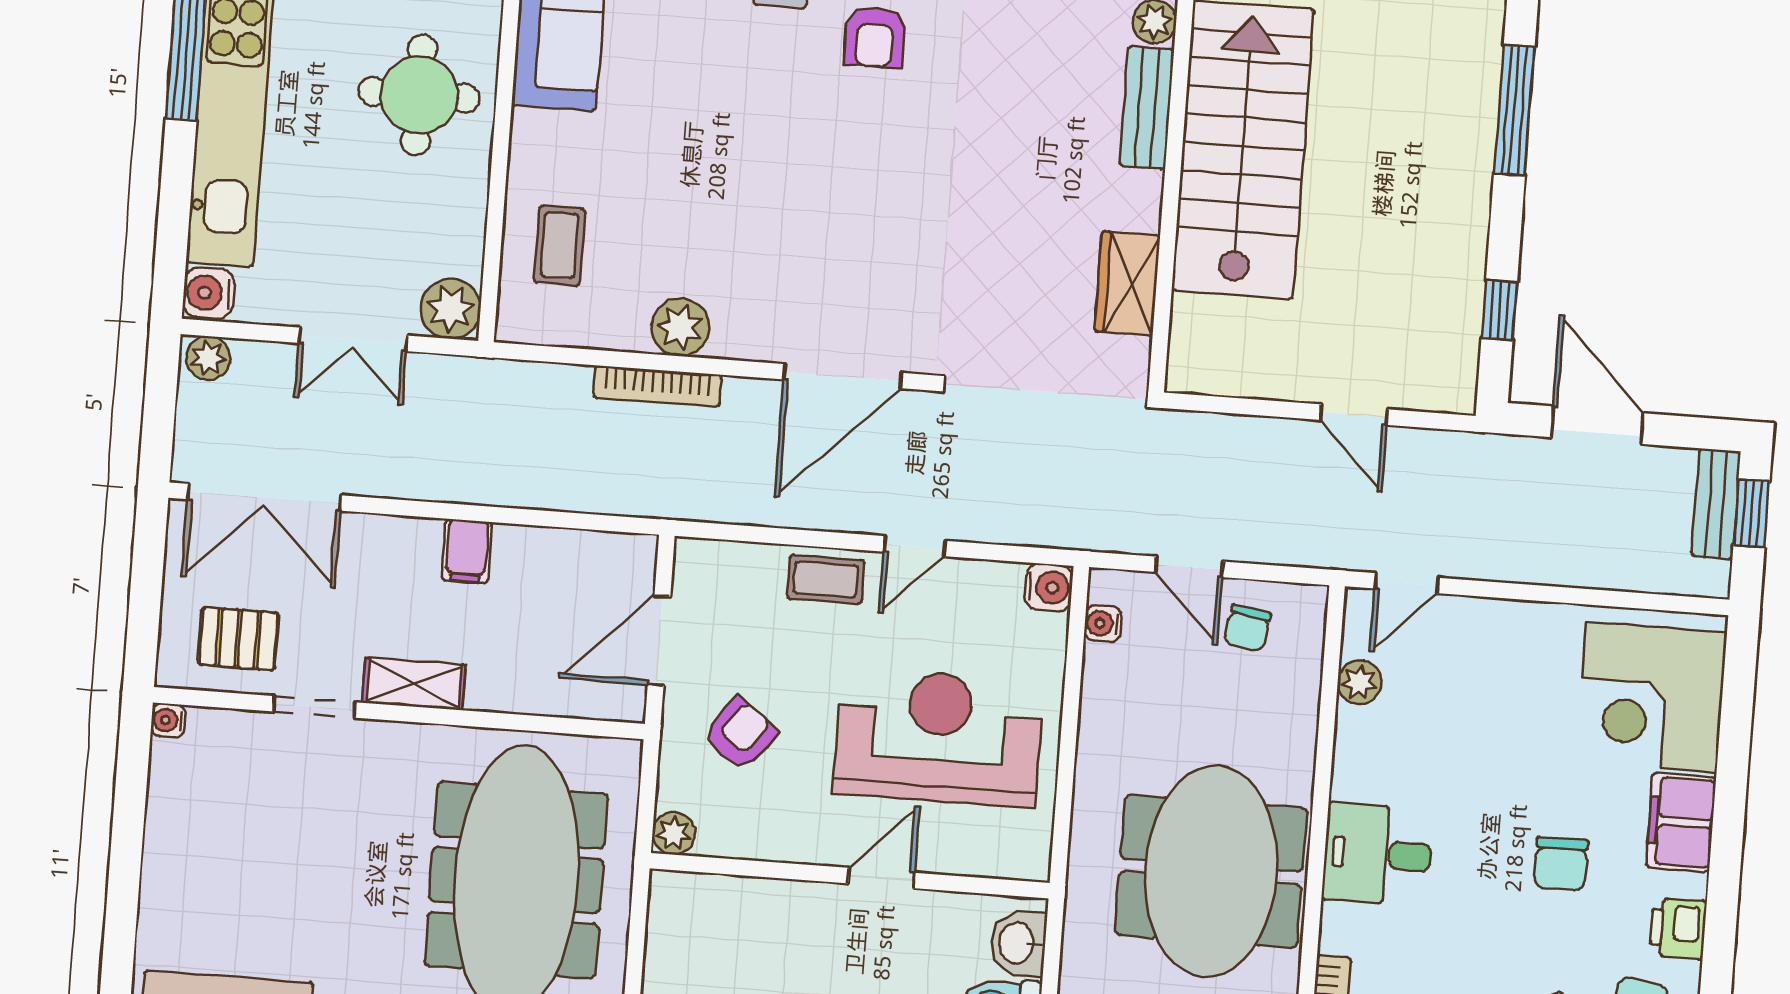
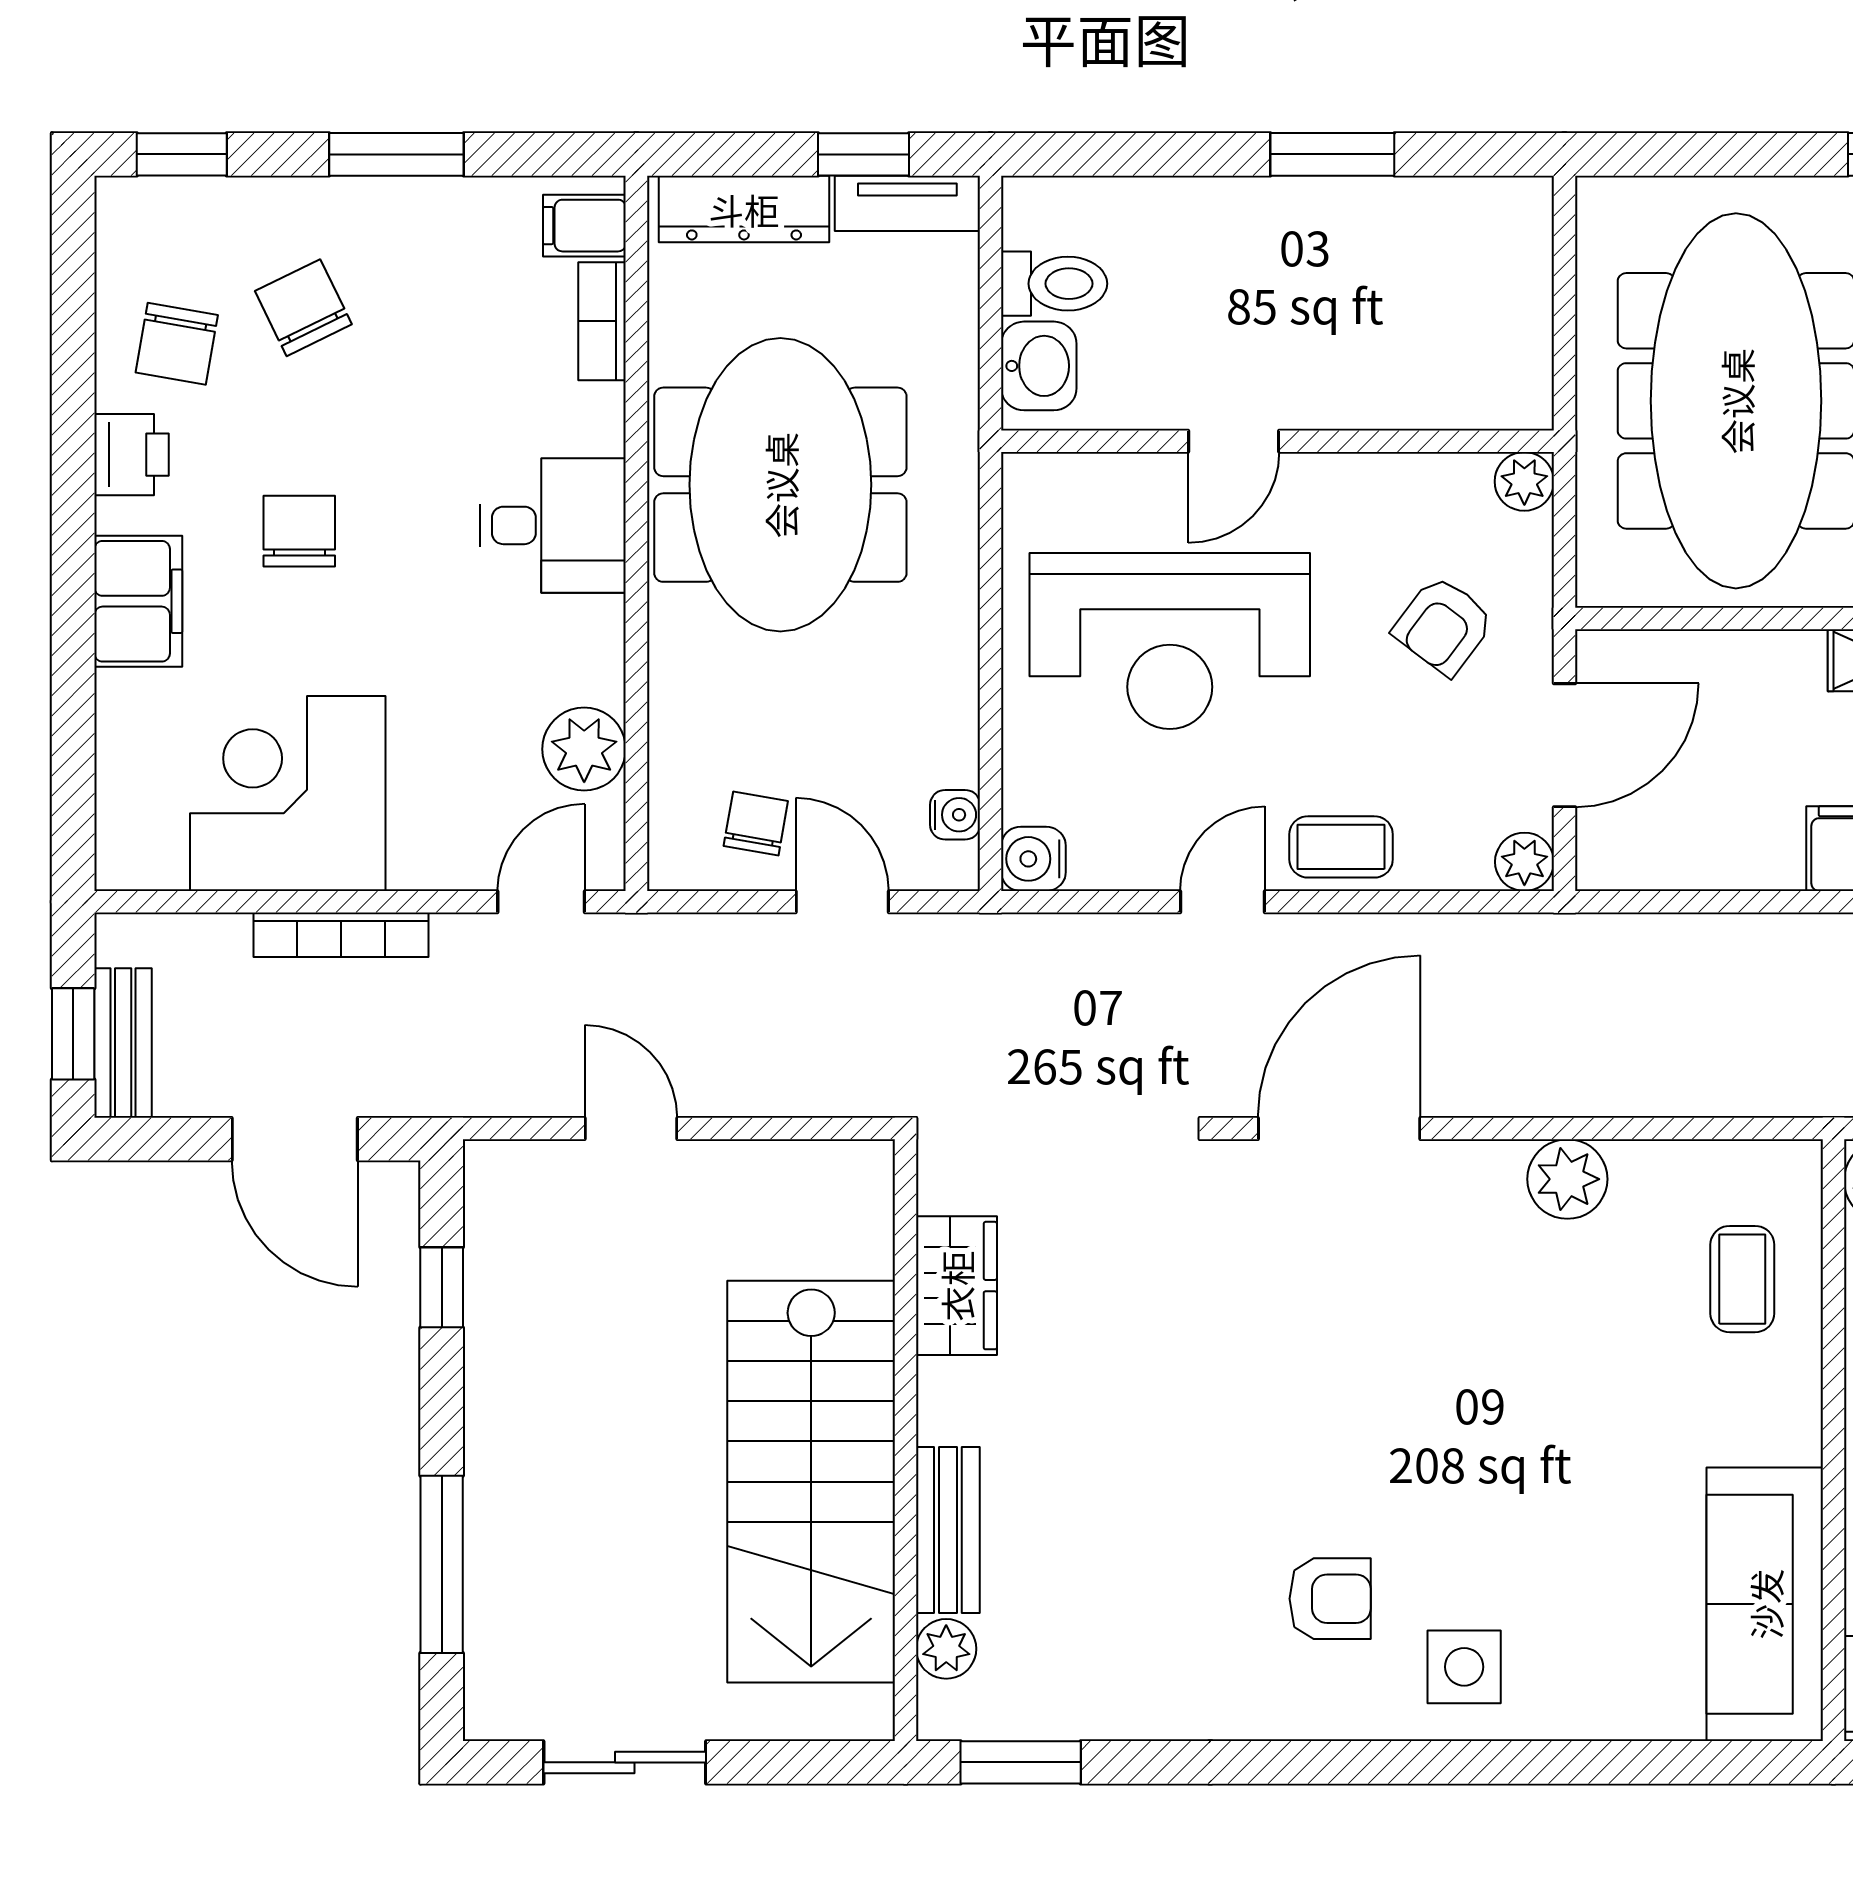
armchair: (875, 37) -> (1330, 1599), turned 90
bookcase: (657, 386) -> (341, 935), moved, turned 180
plant: (694, 559) -> (1524, 862), added
plant: (1360, 682) -> (584, 749), width x1.38, depth x1.38
corner desk: (1651, 697) -> (288, 794), moved, turned -90

